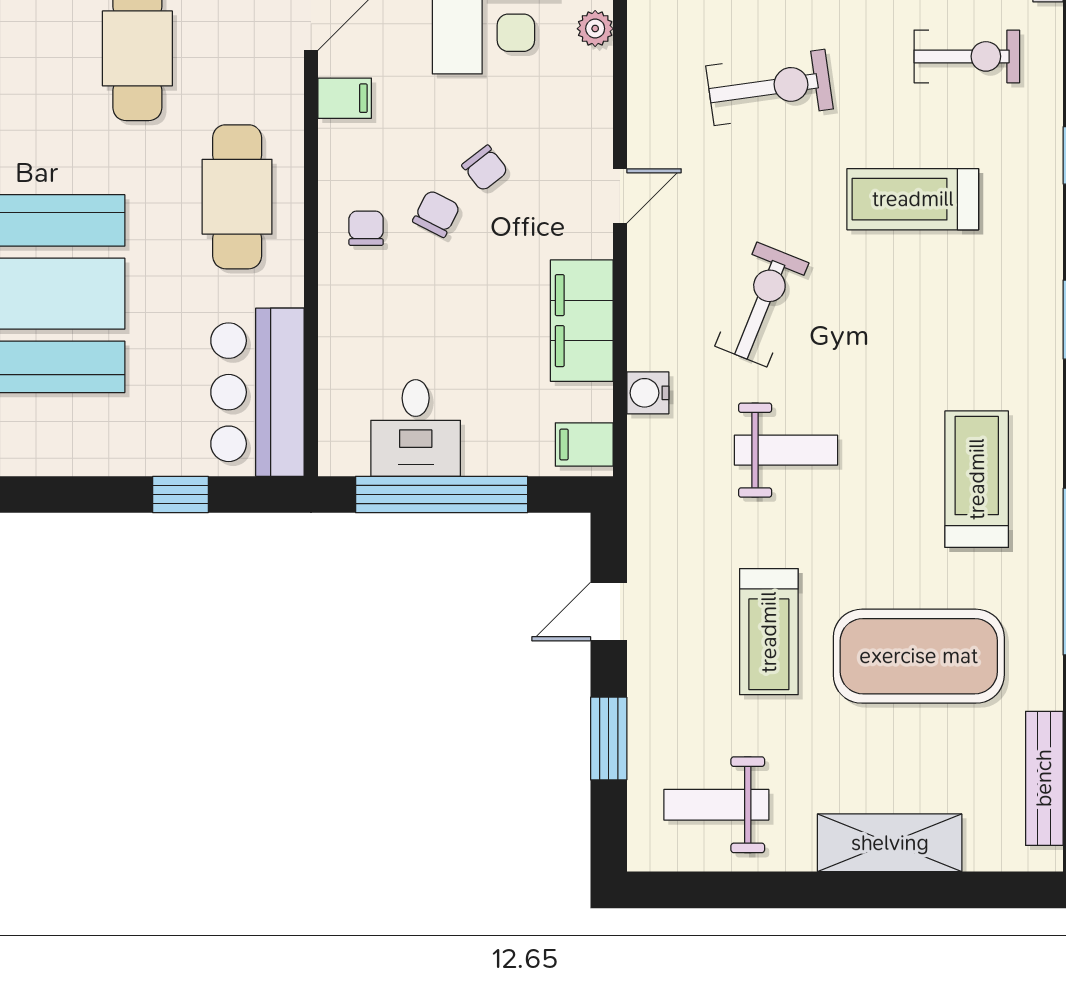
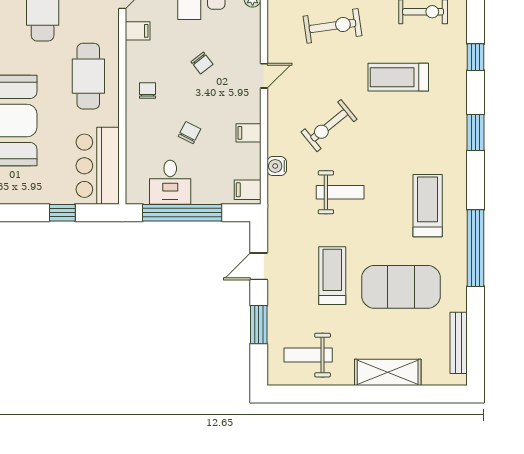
chair: (436, 214) -> (189, 133), moved
exercise bike: (762, 305) -> (329, 126), turned -151
filing cabinet: (582, 321) -> (248, 133), width x0.33, depth x0.86
treadmill: (769, 632) -> (332, 276), turned 180

